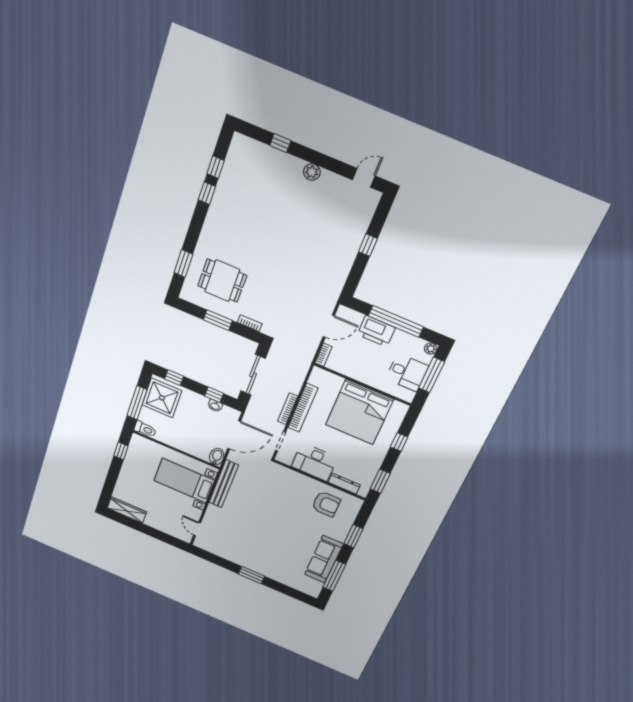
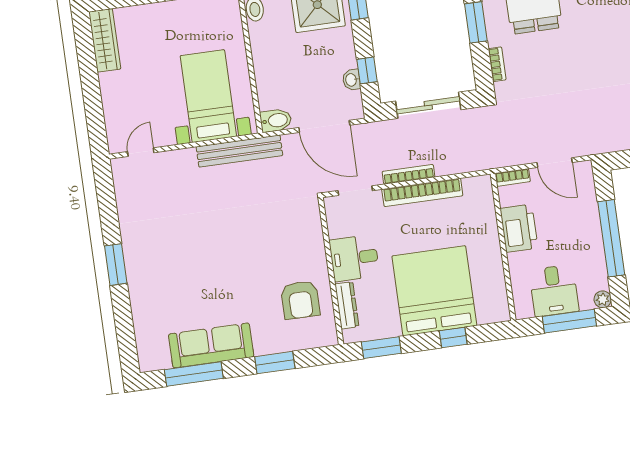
printer: (376, 331) -> (519, 228), moved, turned 180
bed: (359, 412) -> (434, 291), moved, turned 90
desk: (314, 462) -> (354, 258), width x0.73

